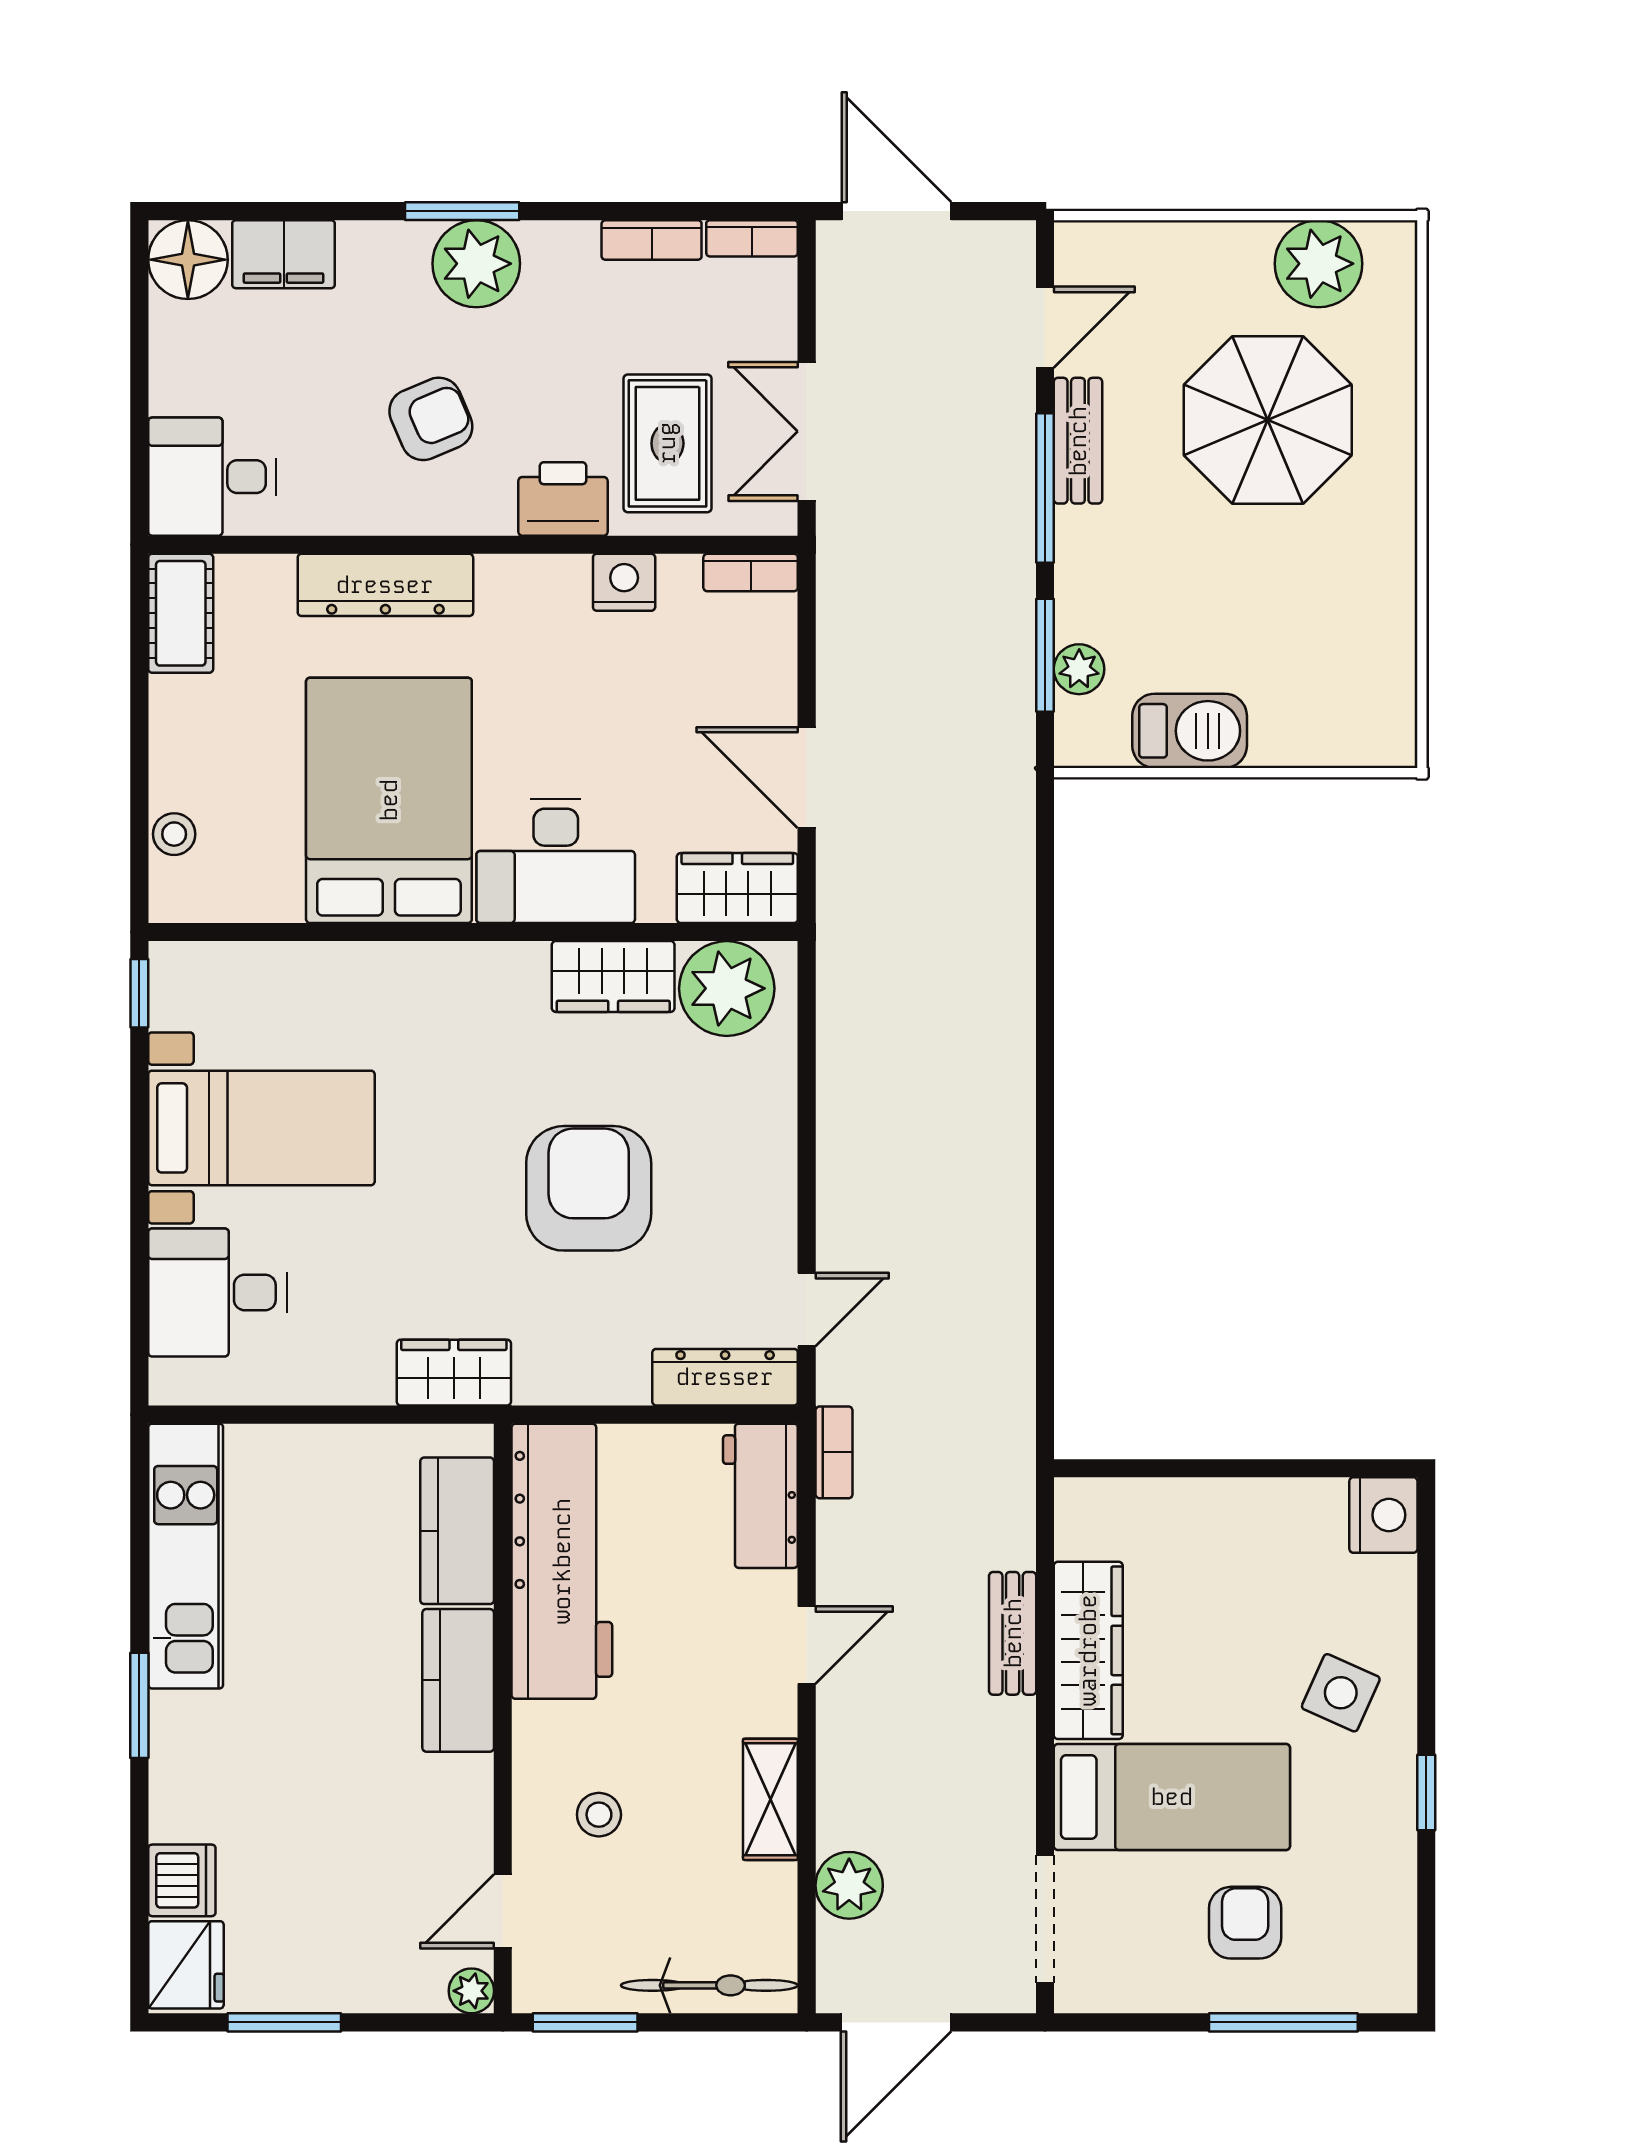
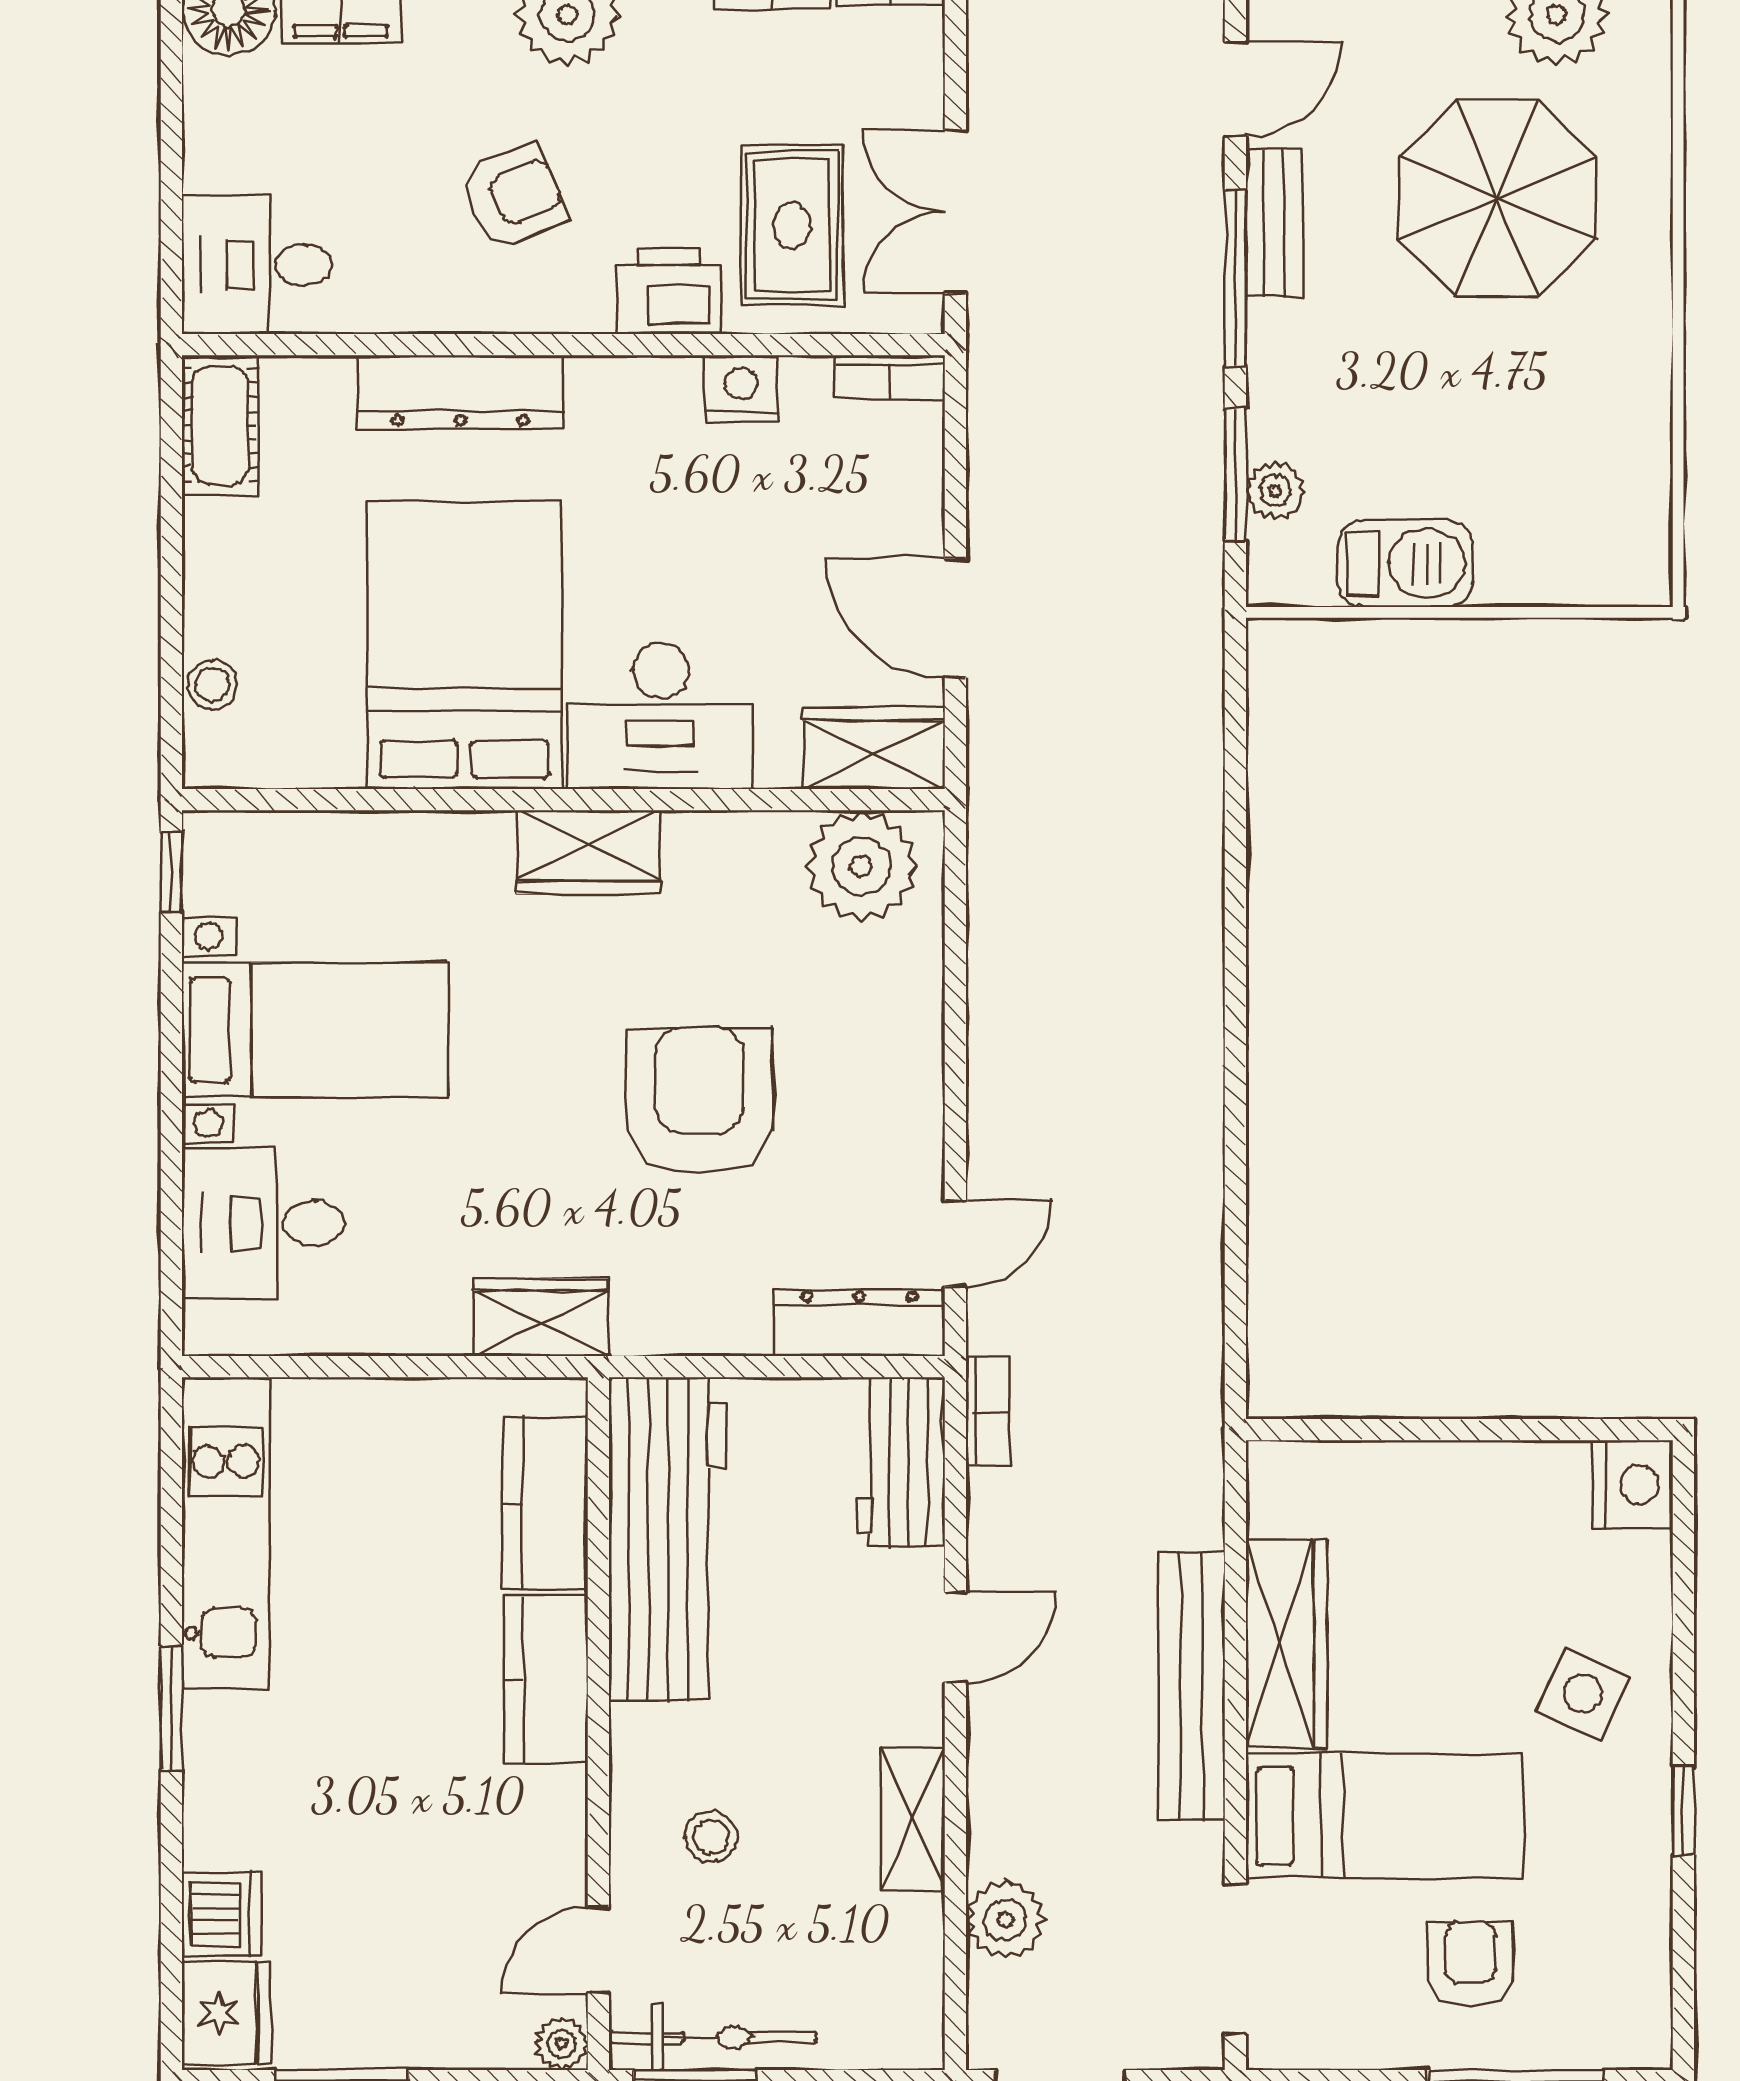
wardrobe: (613, 976) -> (588, 852), moved
bench: (1013, 1633) -> (1191, 1686), width x1.86, depth x1.21
bicycle: (709, 1985) -> (713, 2037), moved

